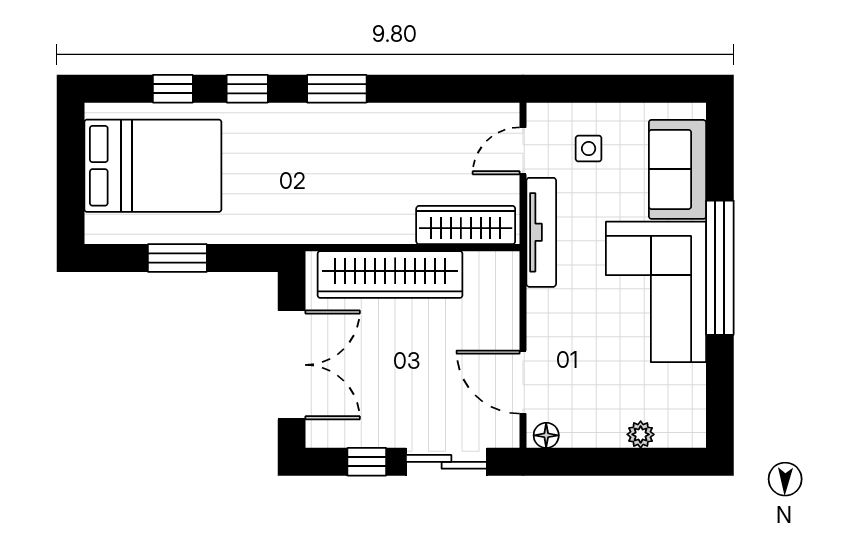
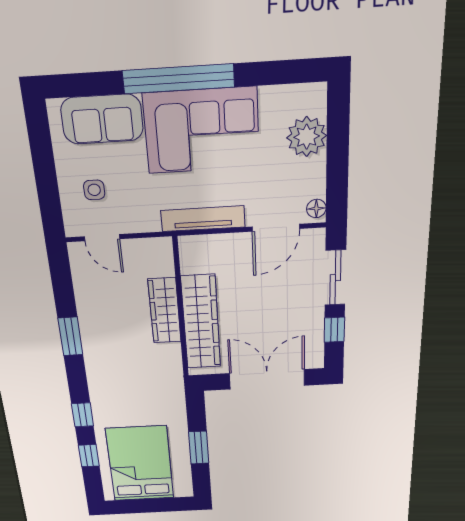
window: (337, 89) -> (70, 336), moved
wardrobe: (466, 225) -> (165, 311), moved
tv unit: (541, 232) -> (203, 219), moved
plant: (641, 434) -> (307, 137), width x1.87, depth x1.87

